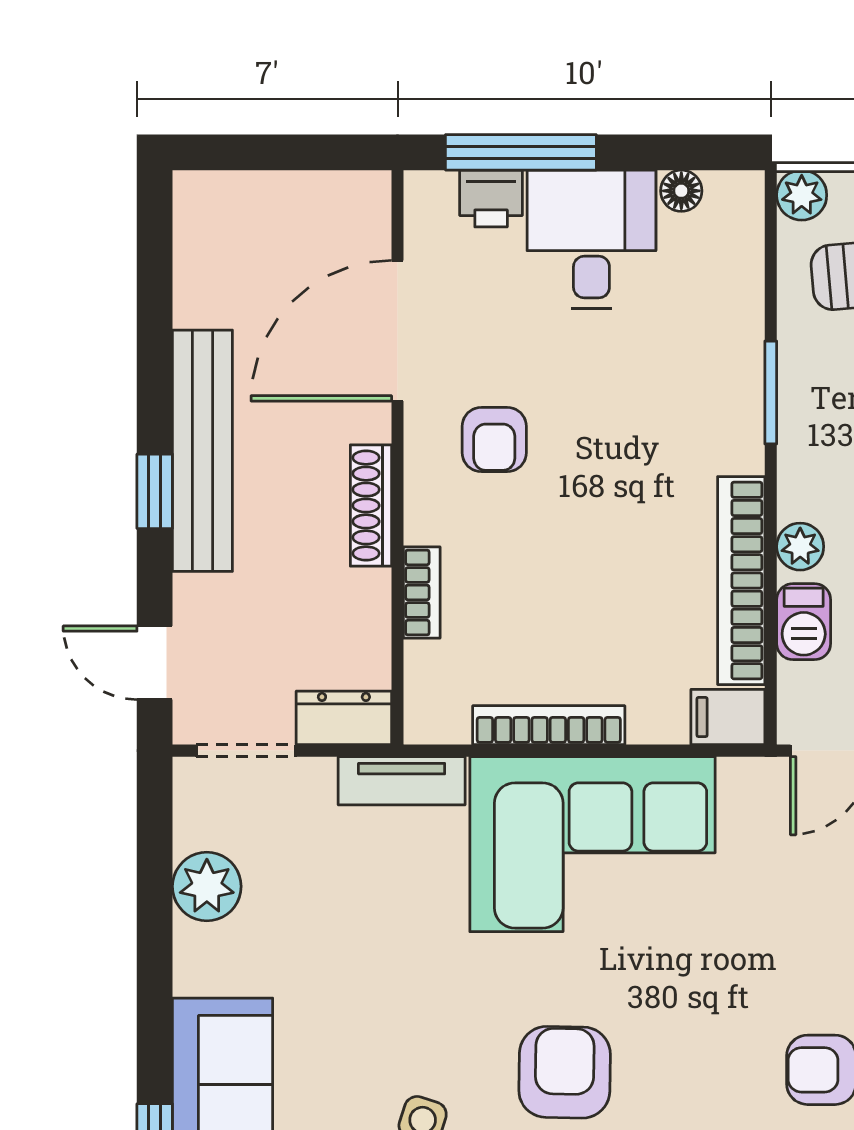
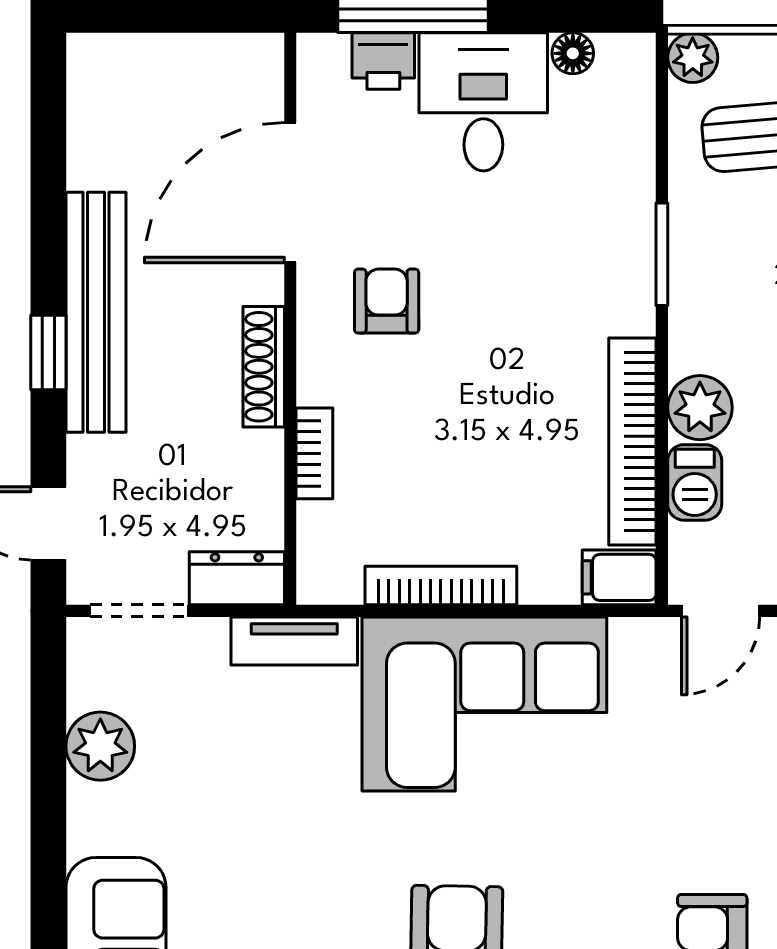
armchair: (494, 439) -> (387, 301), turned 180
plant: (800, 547) -> (700, 408), width x1.38, depth x1.38

